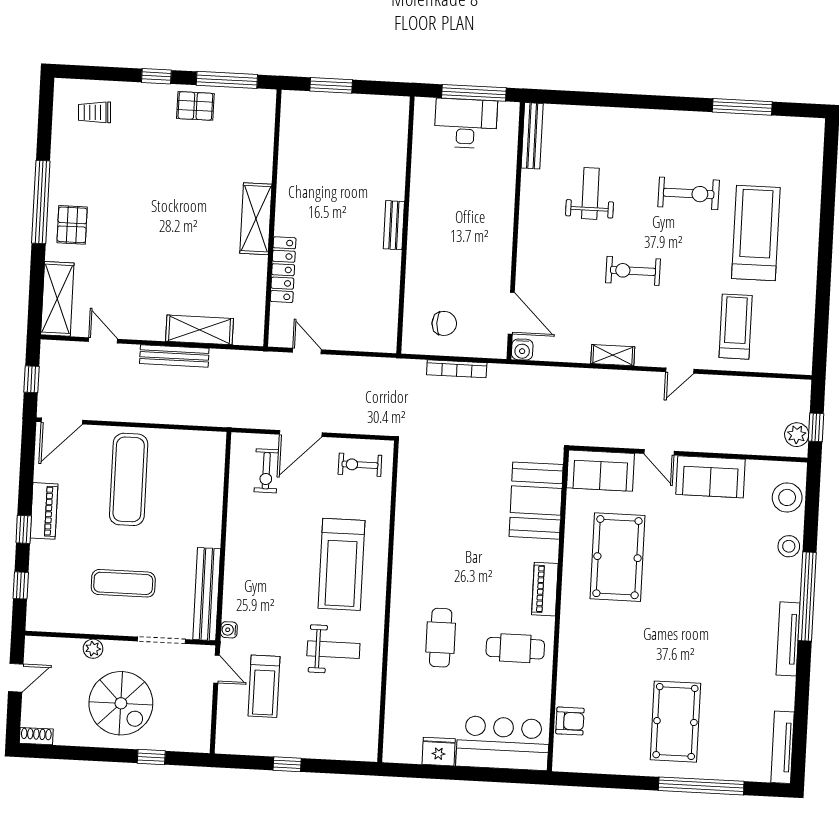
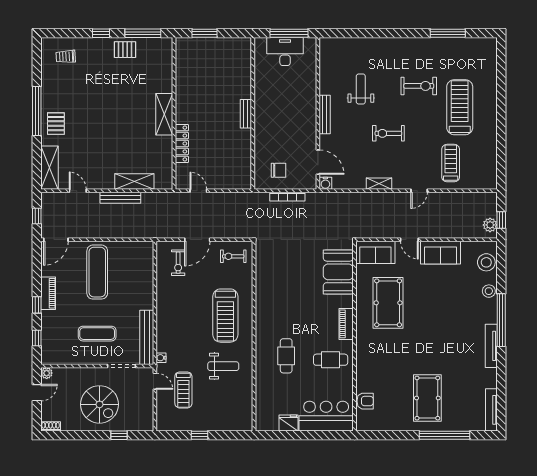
bench: (532, 136) -> (325, 115), moved
plant: (93, 649) -> (47, 373), moved

